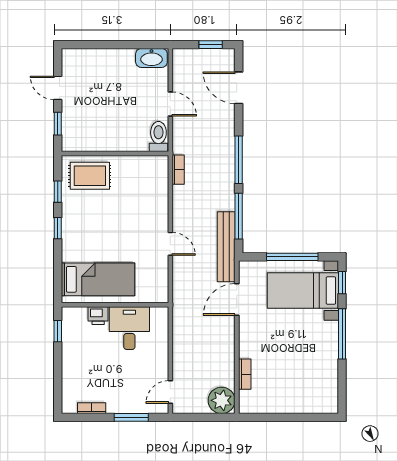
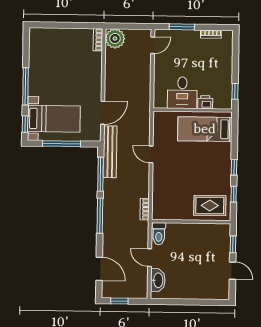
washbasin: (151, 58) -> (158, 280), moved, turned 90
bookcase: (245, 374) -> (98, 40), moved

